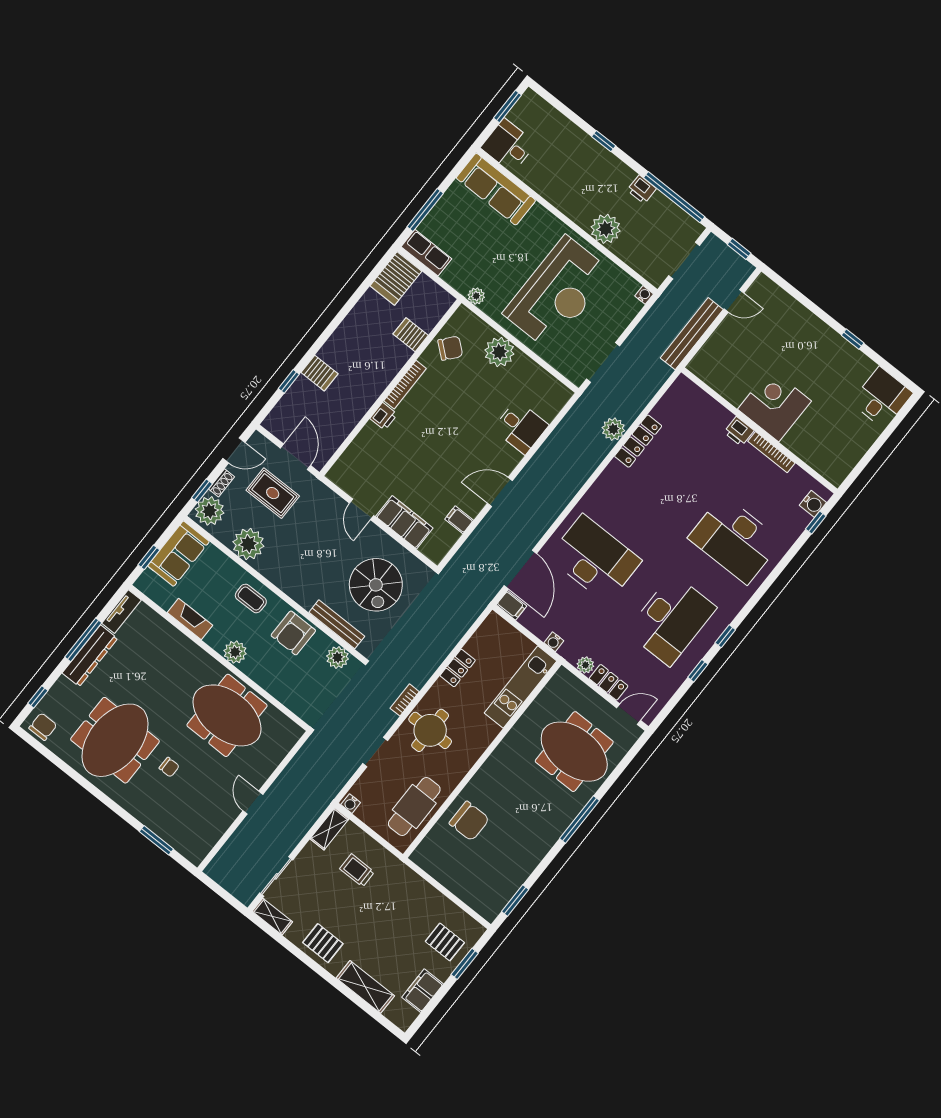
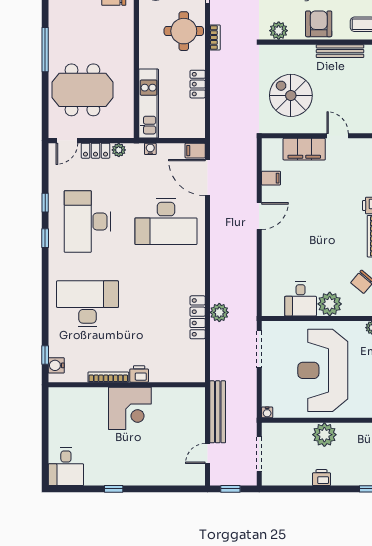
window: (674, 197) -> (297, 489), removed
desk: (521, 427) -> (301, 299), moved, turned -90
bench: (337, 624) -> (340, 51), moved

